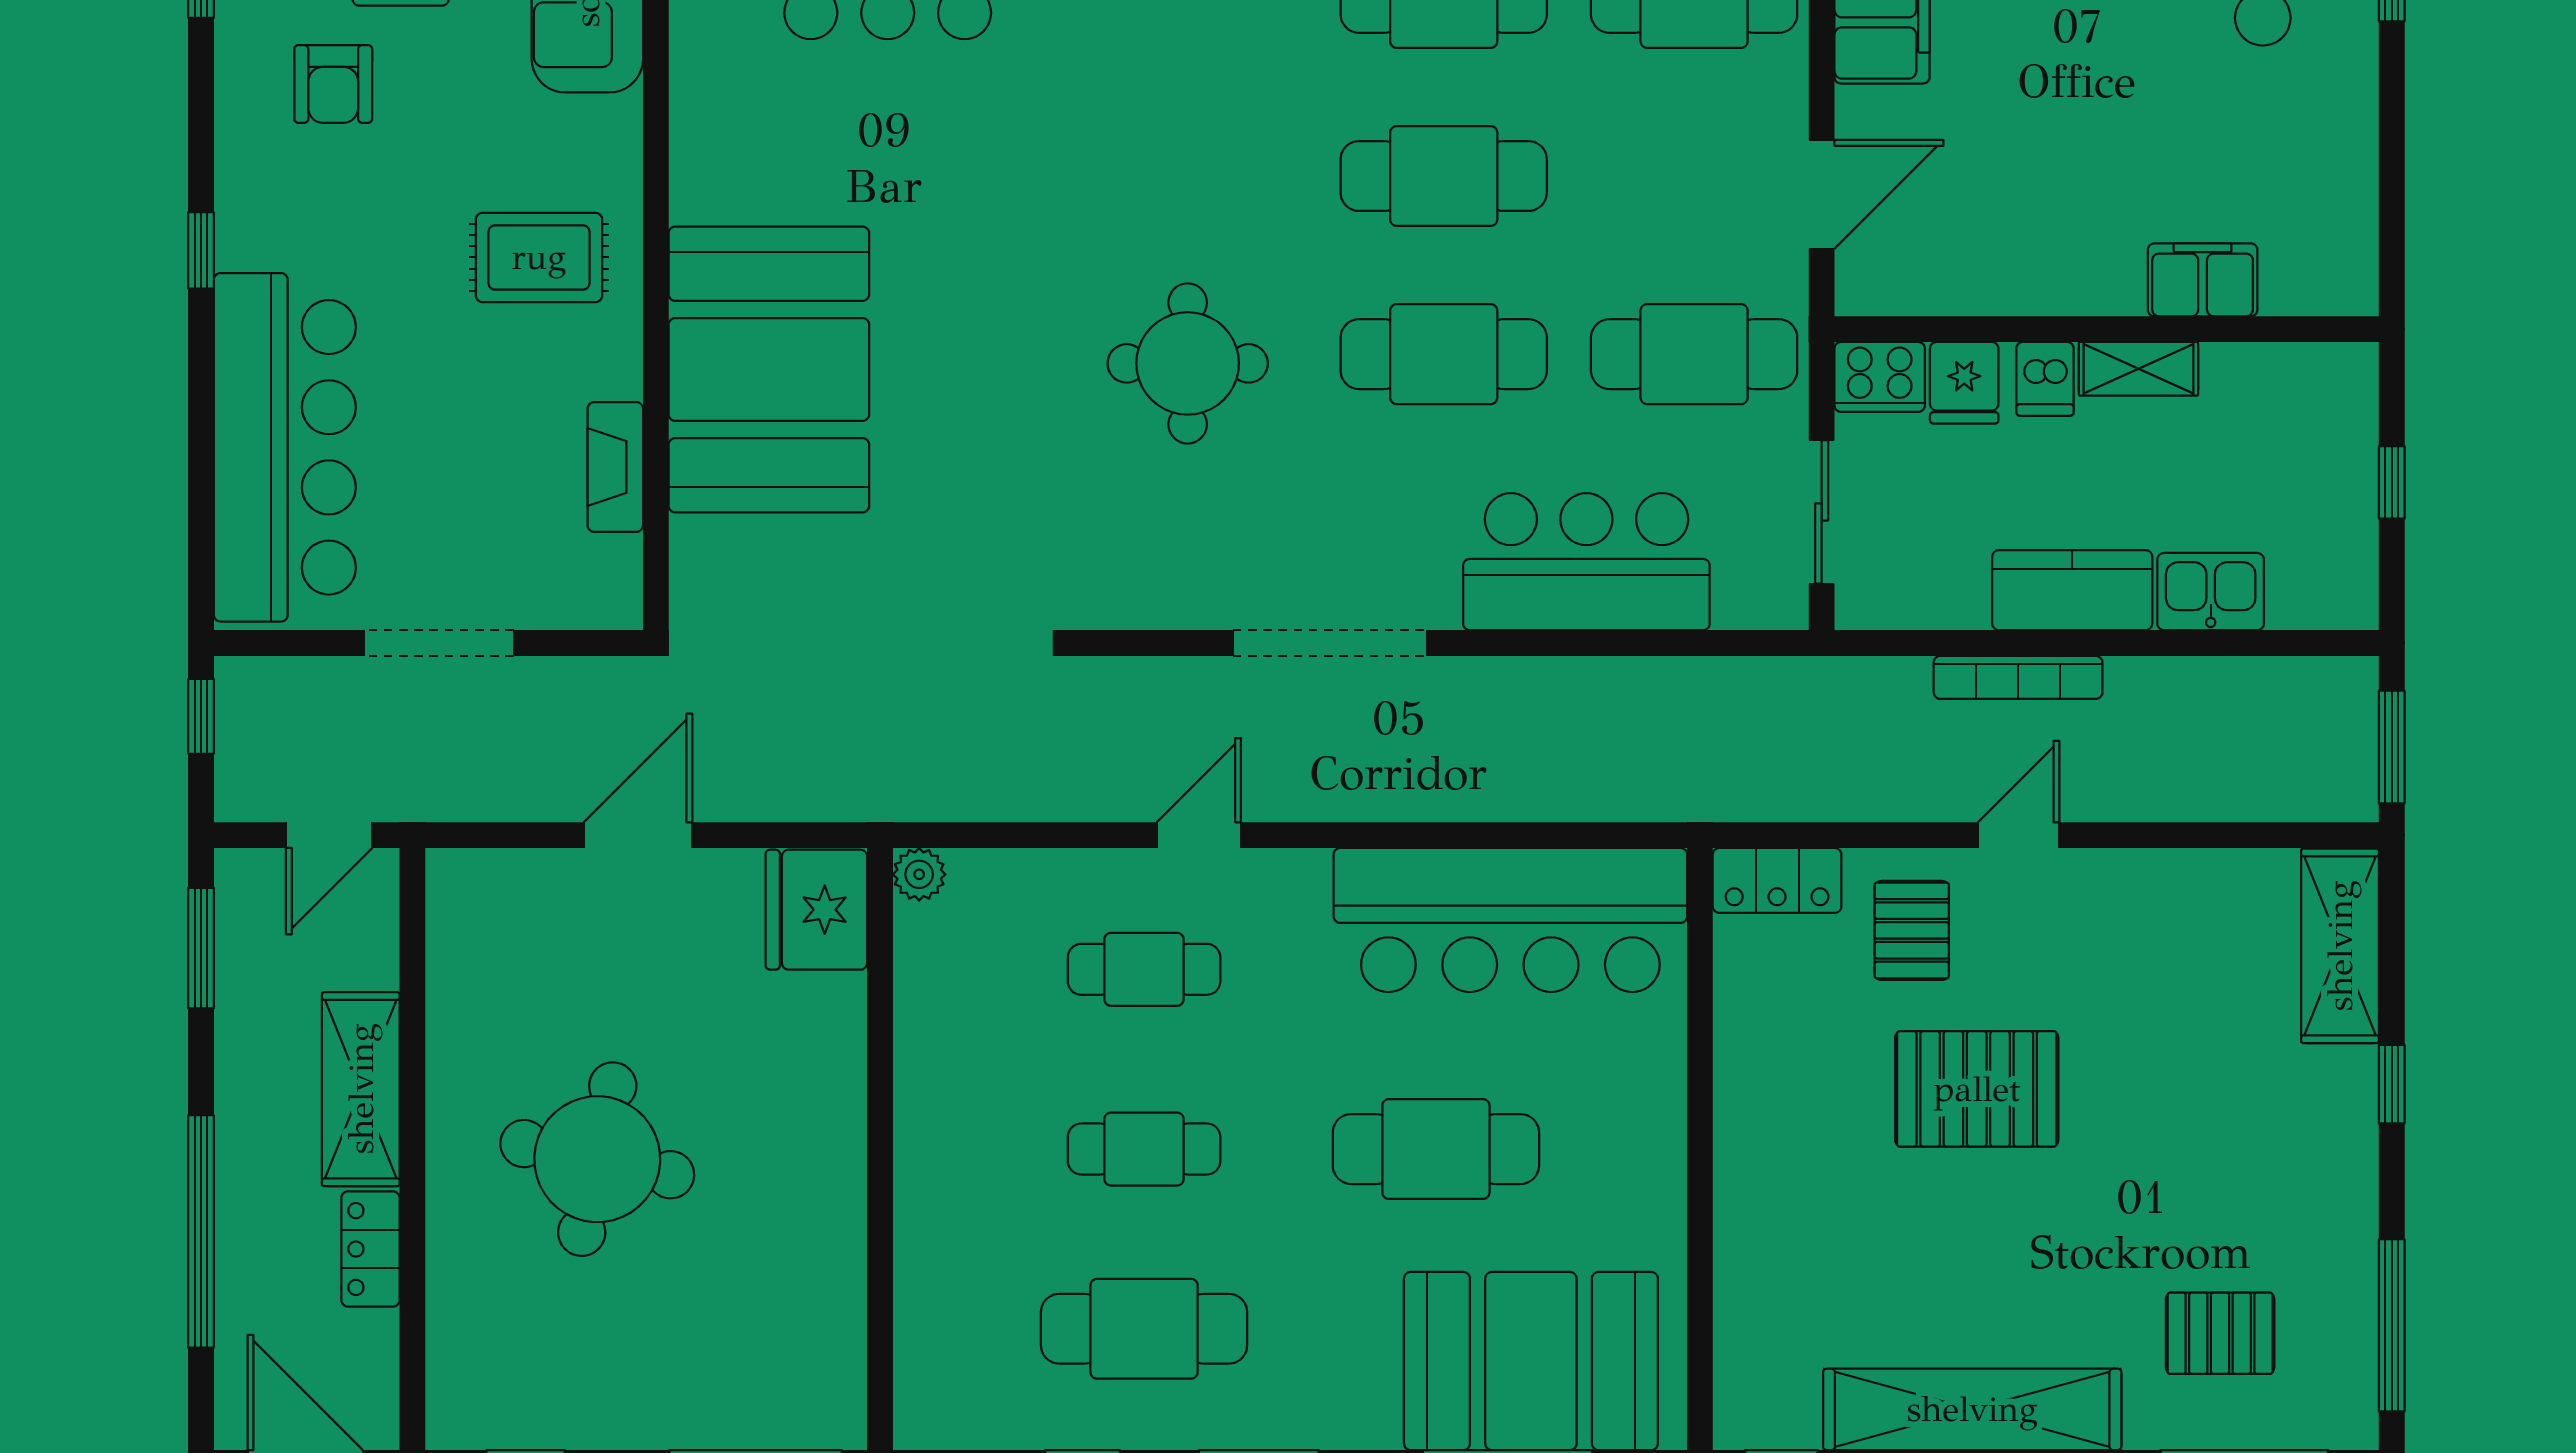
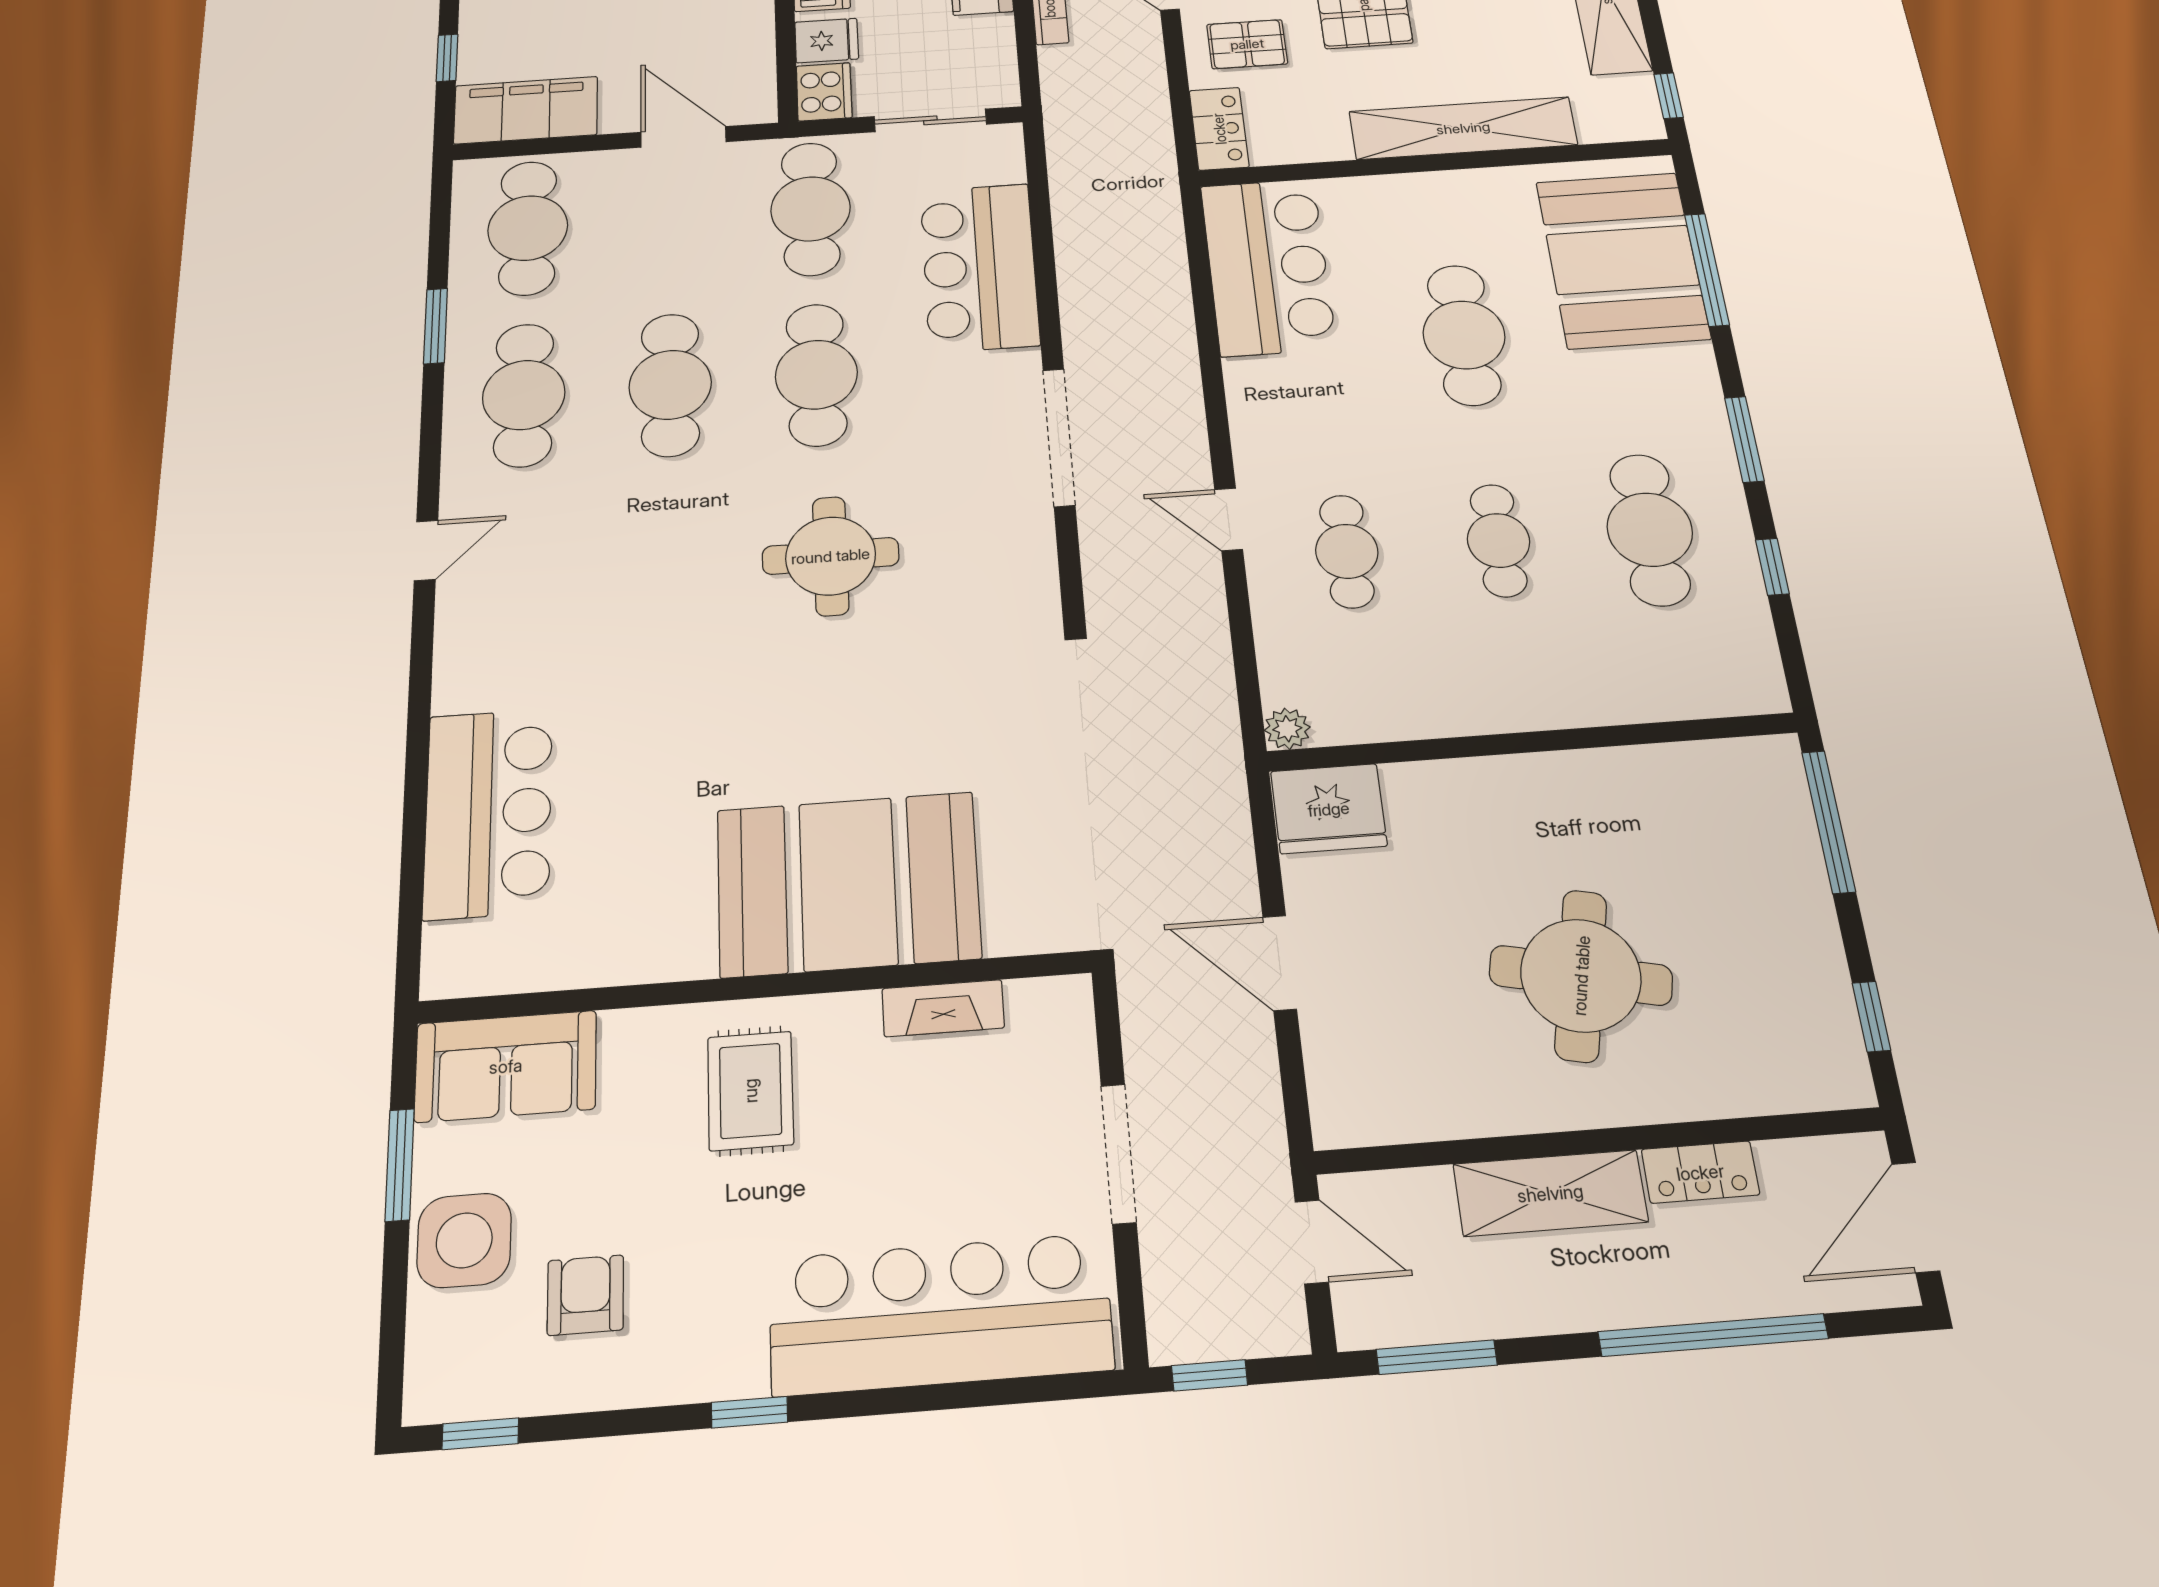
armchair: (333, 84) -> (585, 1295), turned -90
bar counter: (1510, 920) -> (1268, 267), width x0.73
shelving: (1752, 1192) -> (1463, 128), added

